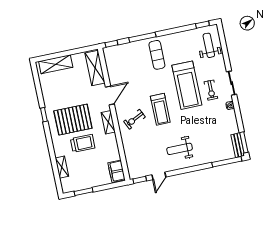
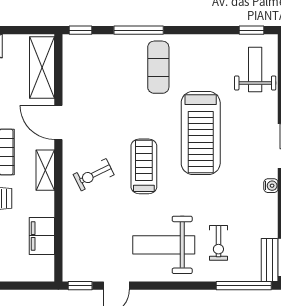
exercise bike: (211, 90) -> (218, 243), moved
door: (110, 95) -> (58, 122), swing flipped
treadmill: (160, 109) -> (144, 166), turned 180
weight bench: (180, 149) -> (164, 245), width x1.36, depth x1.33
filing cabinet: (117, 171) -> (42, 236), moved

